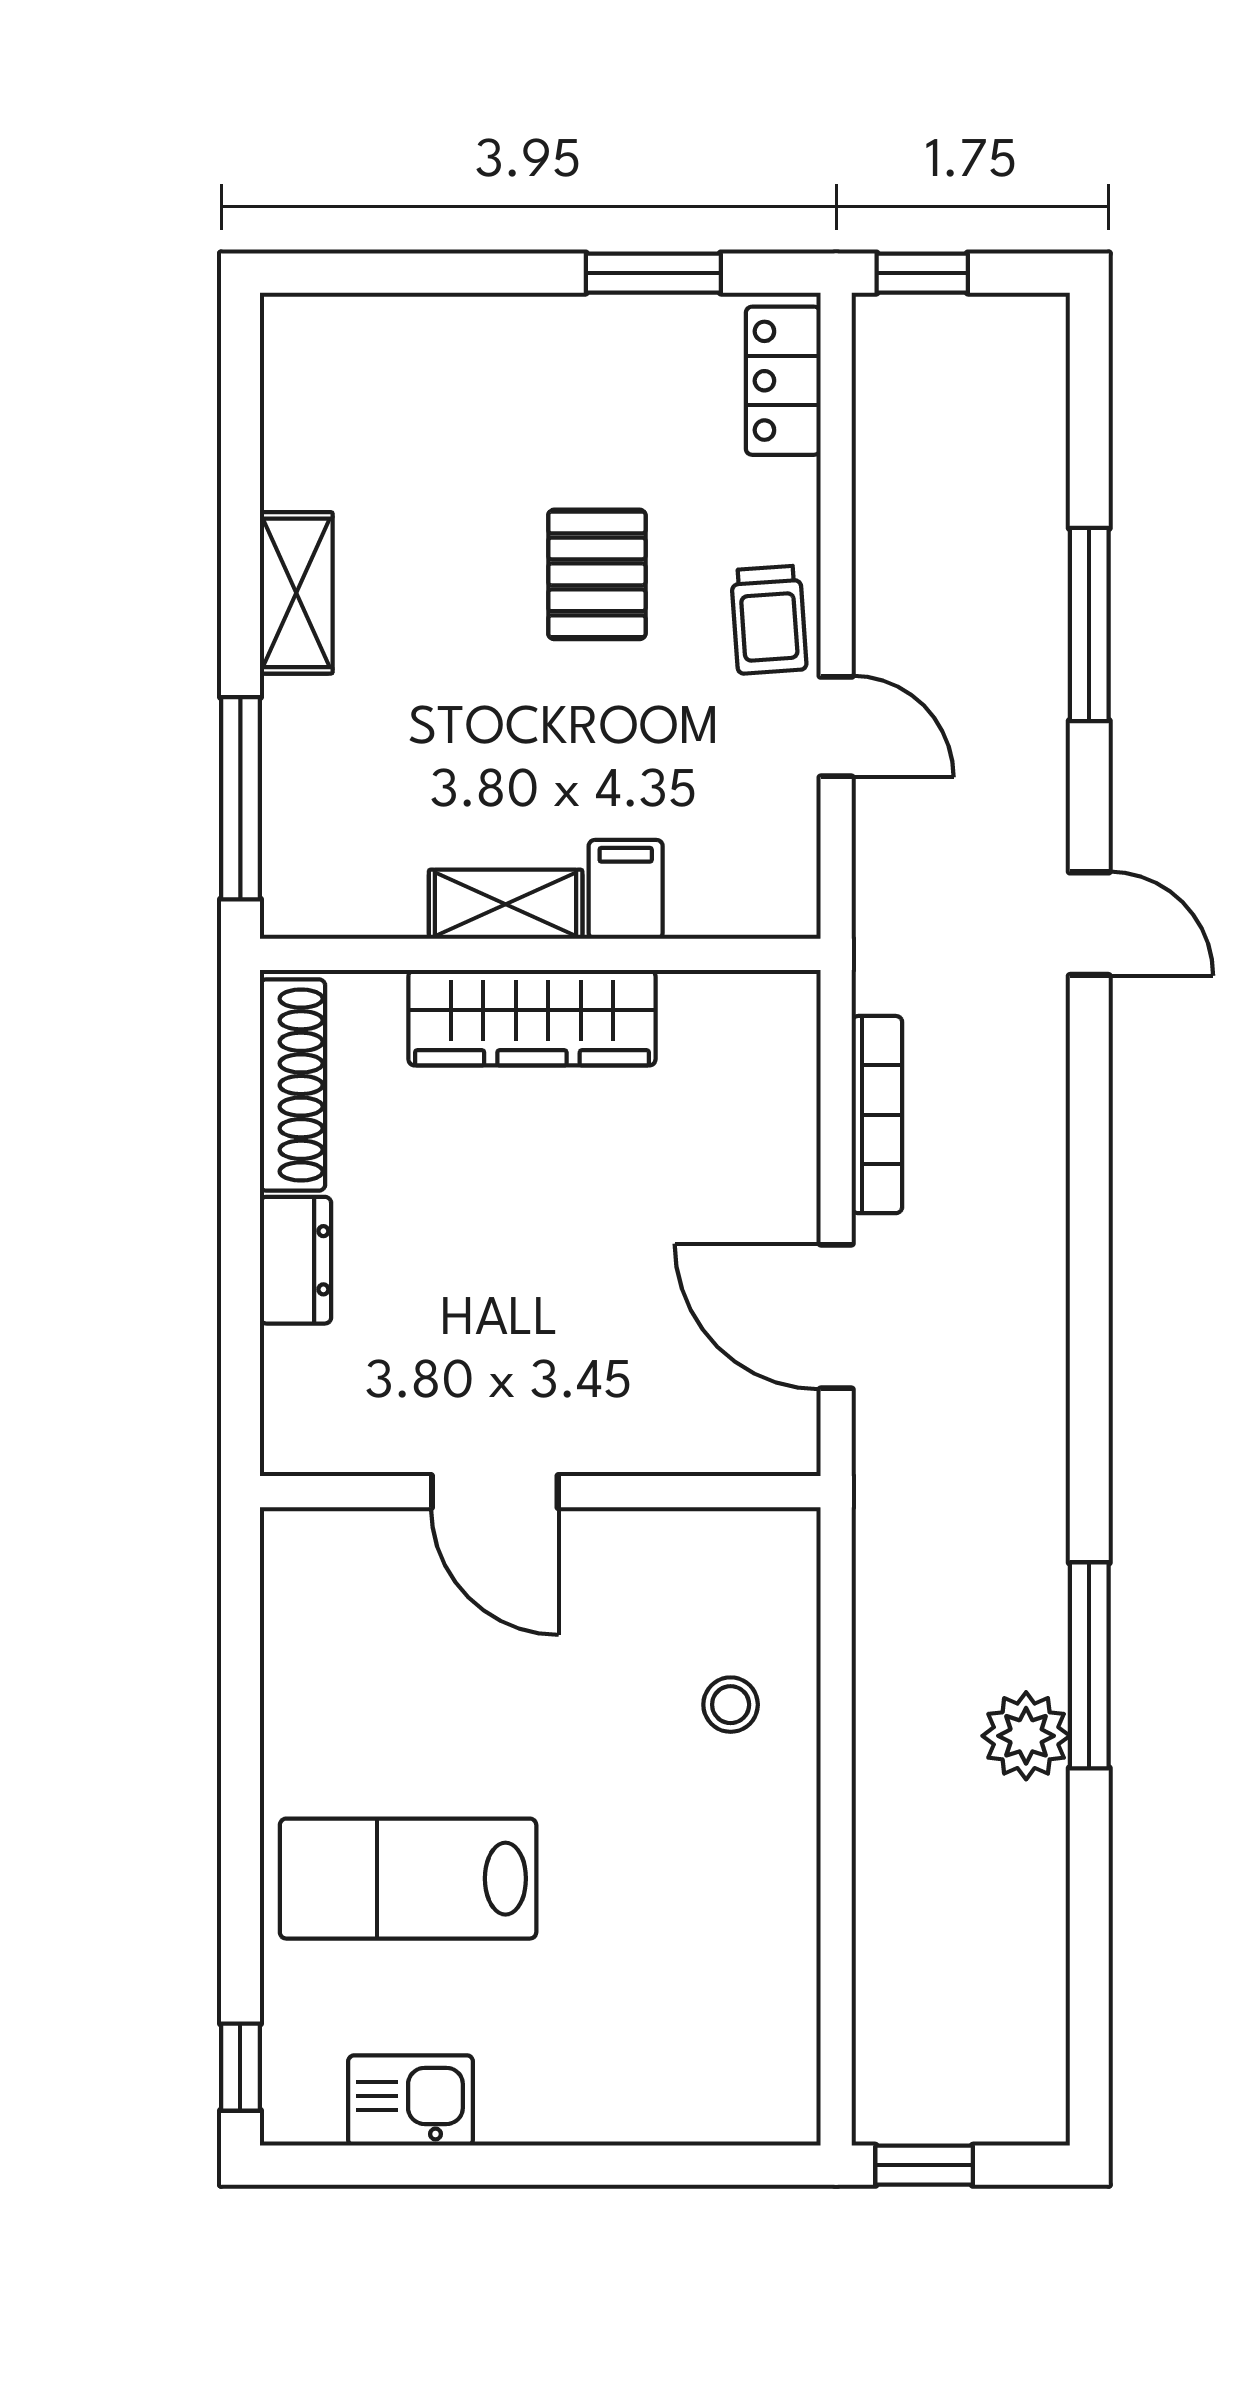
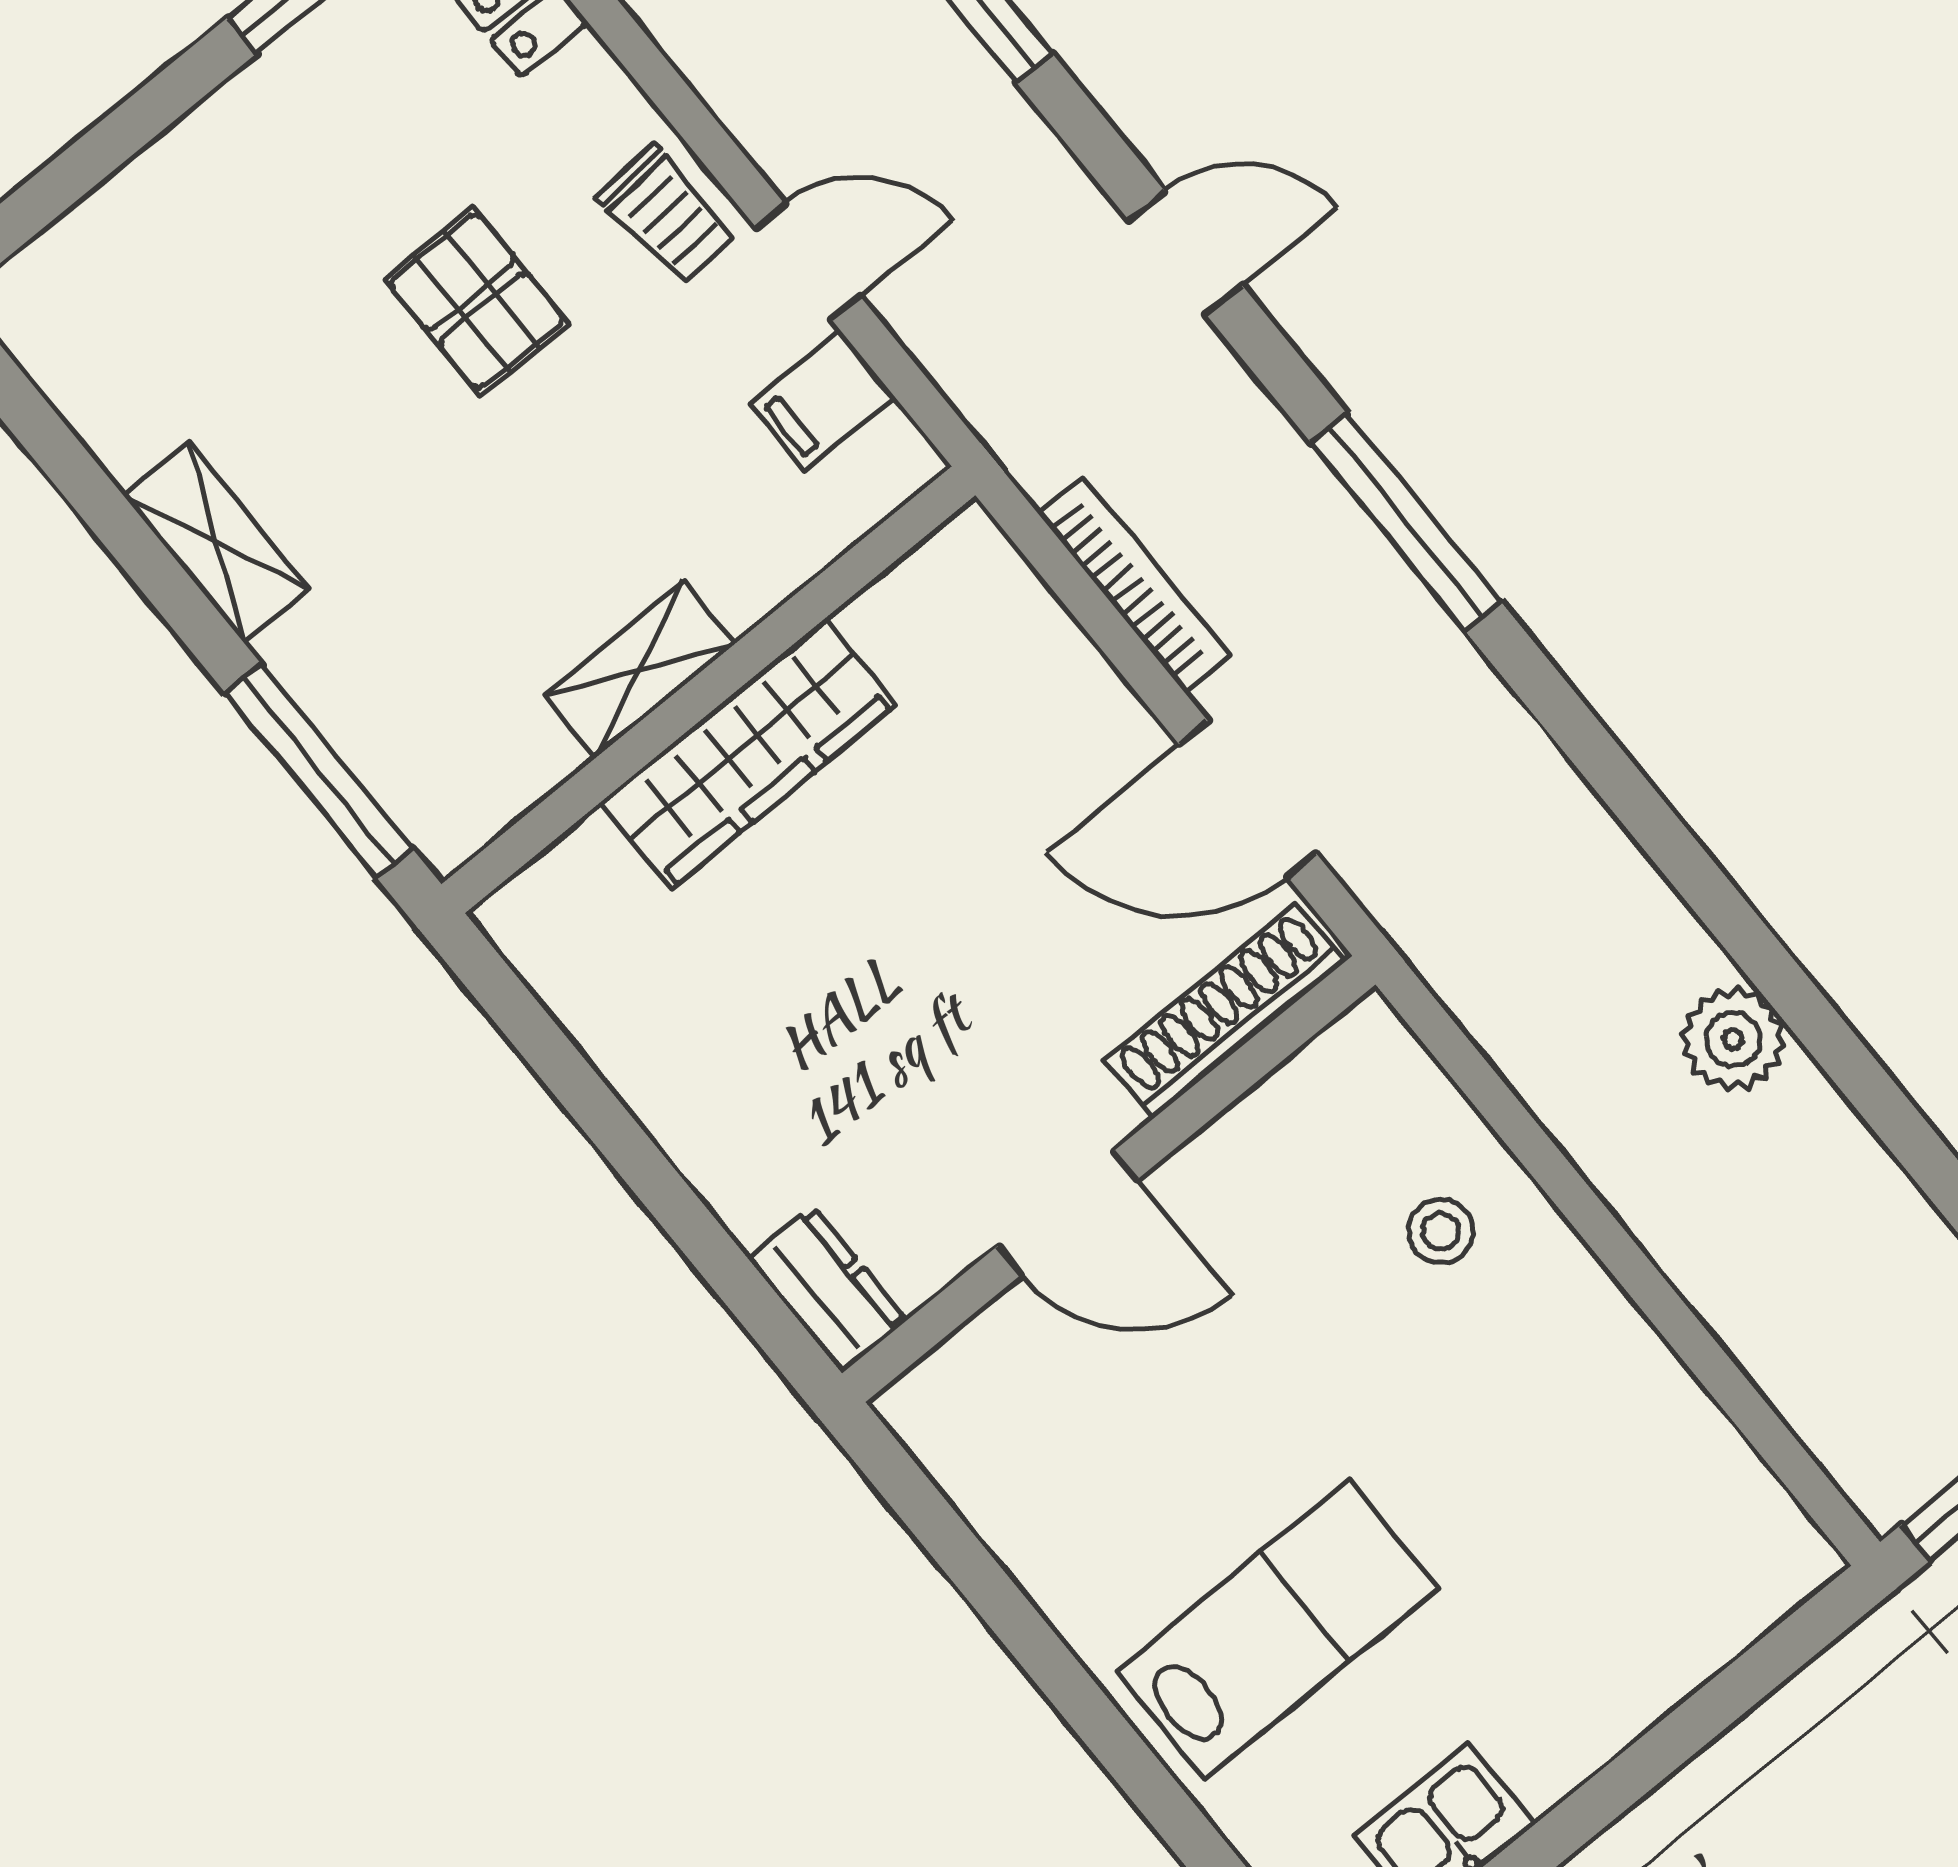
filing cabinet: (626, 889) -> (823, 401), moved, turned -90
shoe rack: (293, 1085) -> (1225, 1011), moved, turned -90
dresser: (296, 1260) -> (827, 1289), moved
window: (1089, 1665) -> (1406, 522), moved
lab bench: (408, 1879) -> (1277, 1630), turned 180

